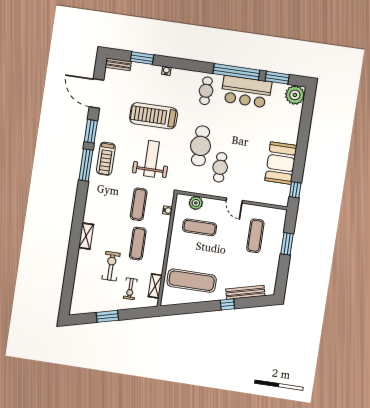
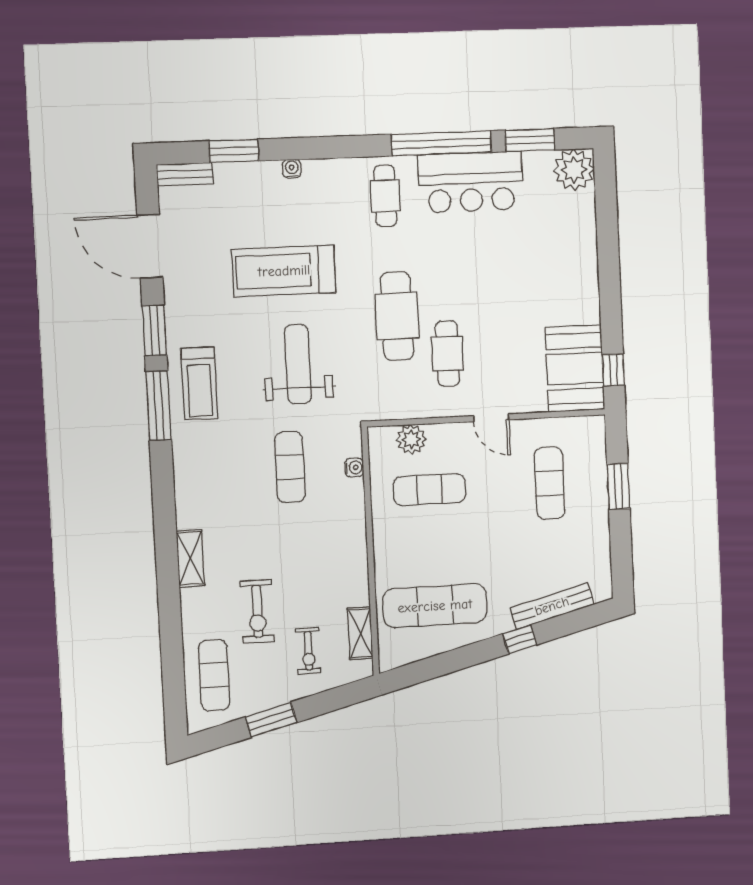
booth: (281, 163) -> (575, 368), moved
exercise mat: (138, 244) -> (214, 675), moved
exercise bike: (111, 266) -> (257, 611), turned 180

